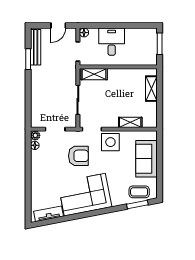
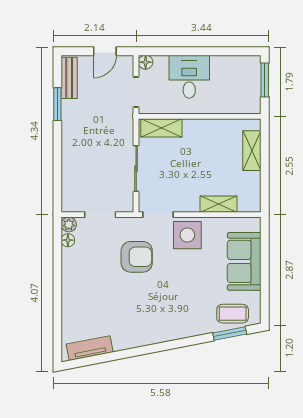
bench: (36, 47) -> (69, 78), width x0.73
corner sofa: (85, 195) -> (147, 318), removed

